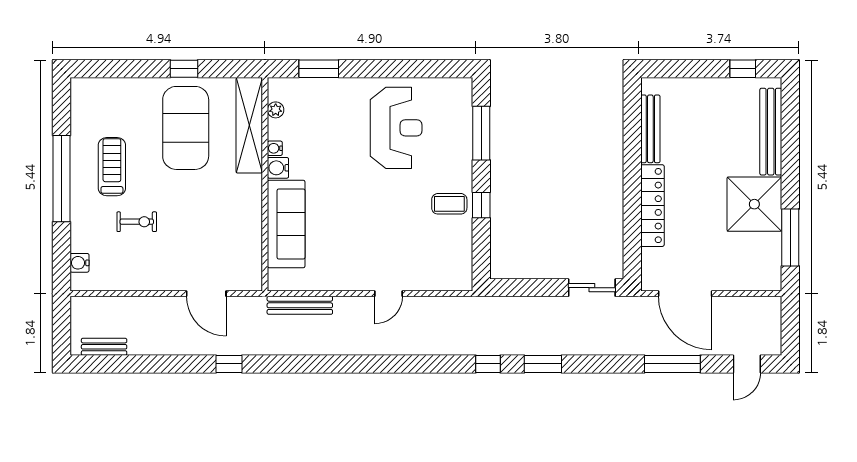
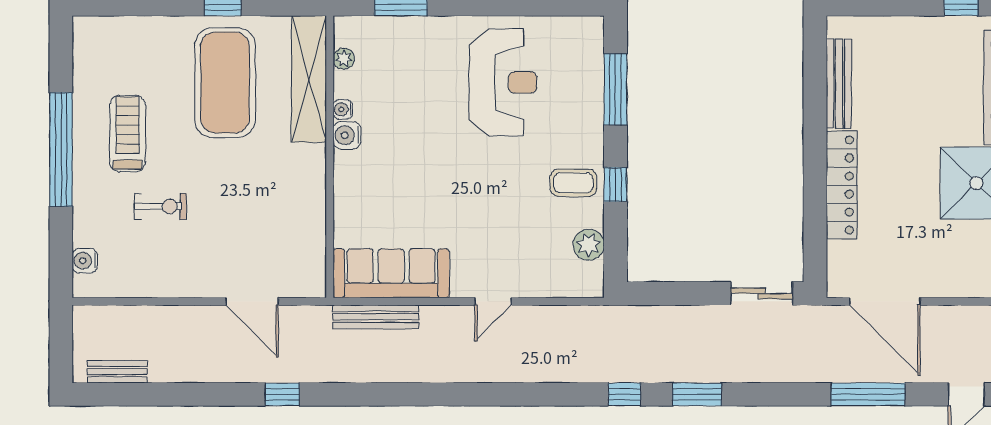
sofa: (286, 224) -> (391, 273), moved, turned -90
plant: (461, 251) -> (589, 245), added

